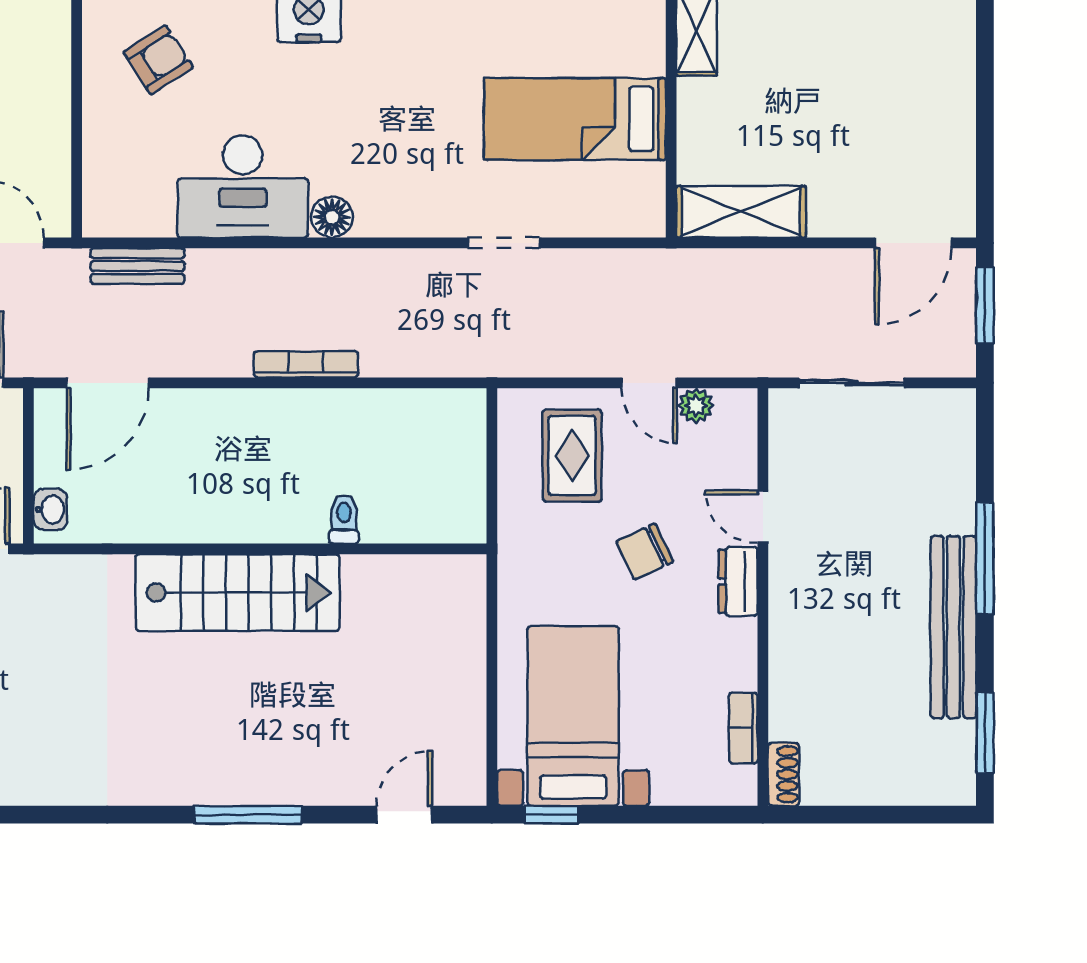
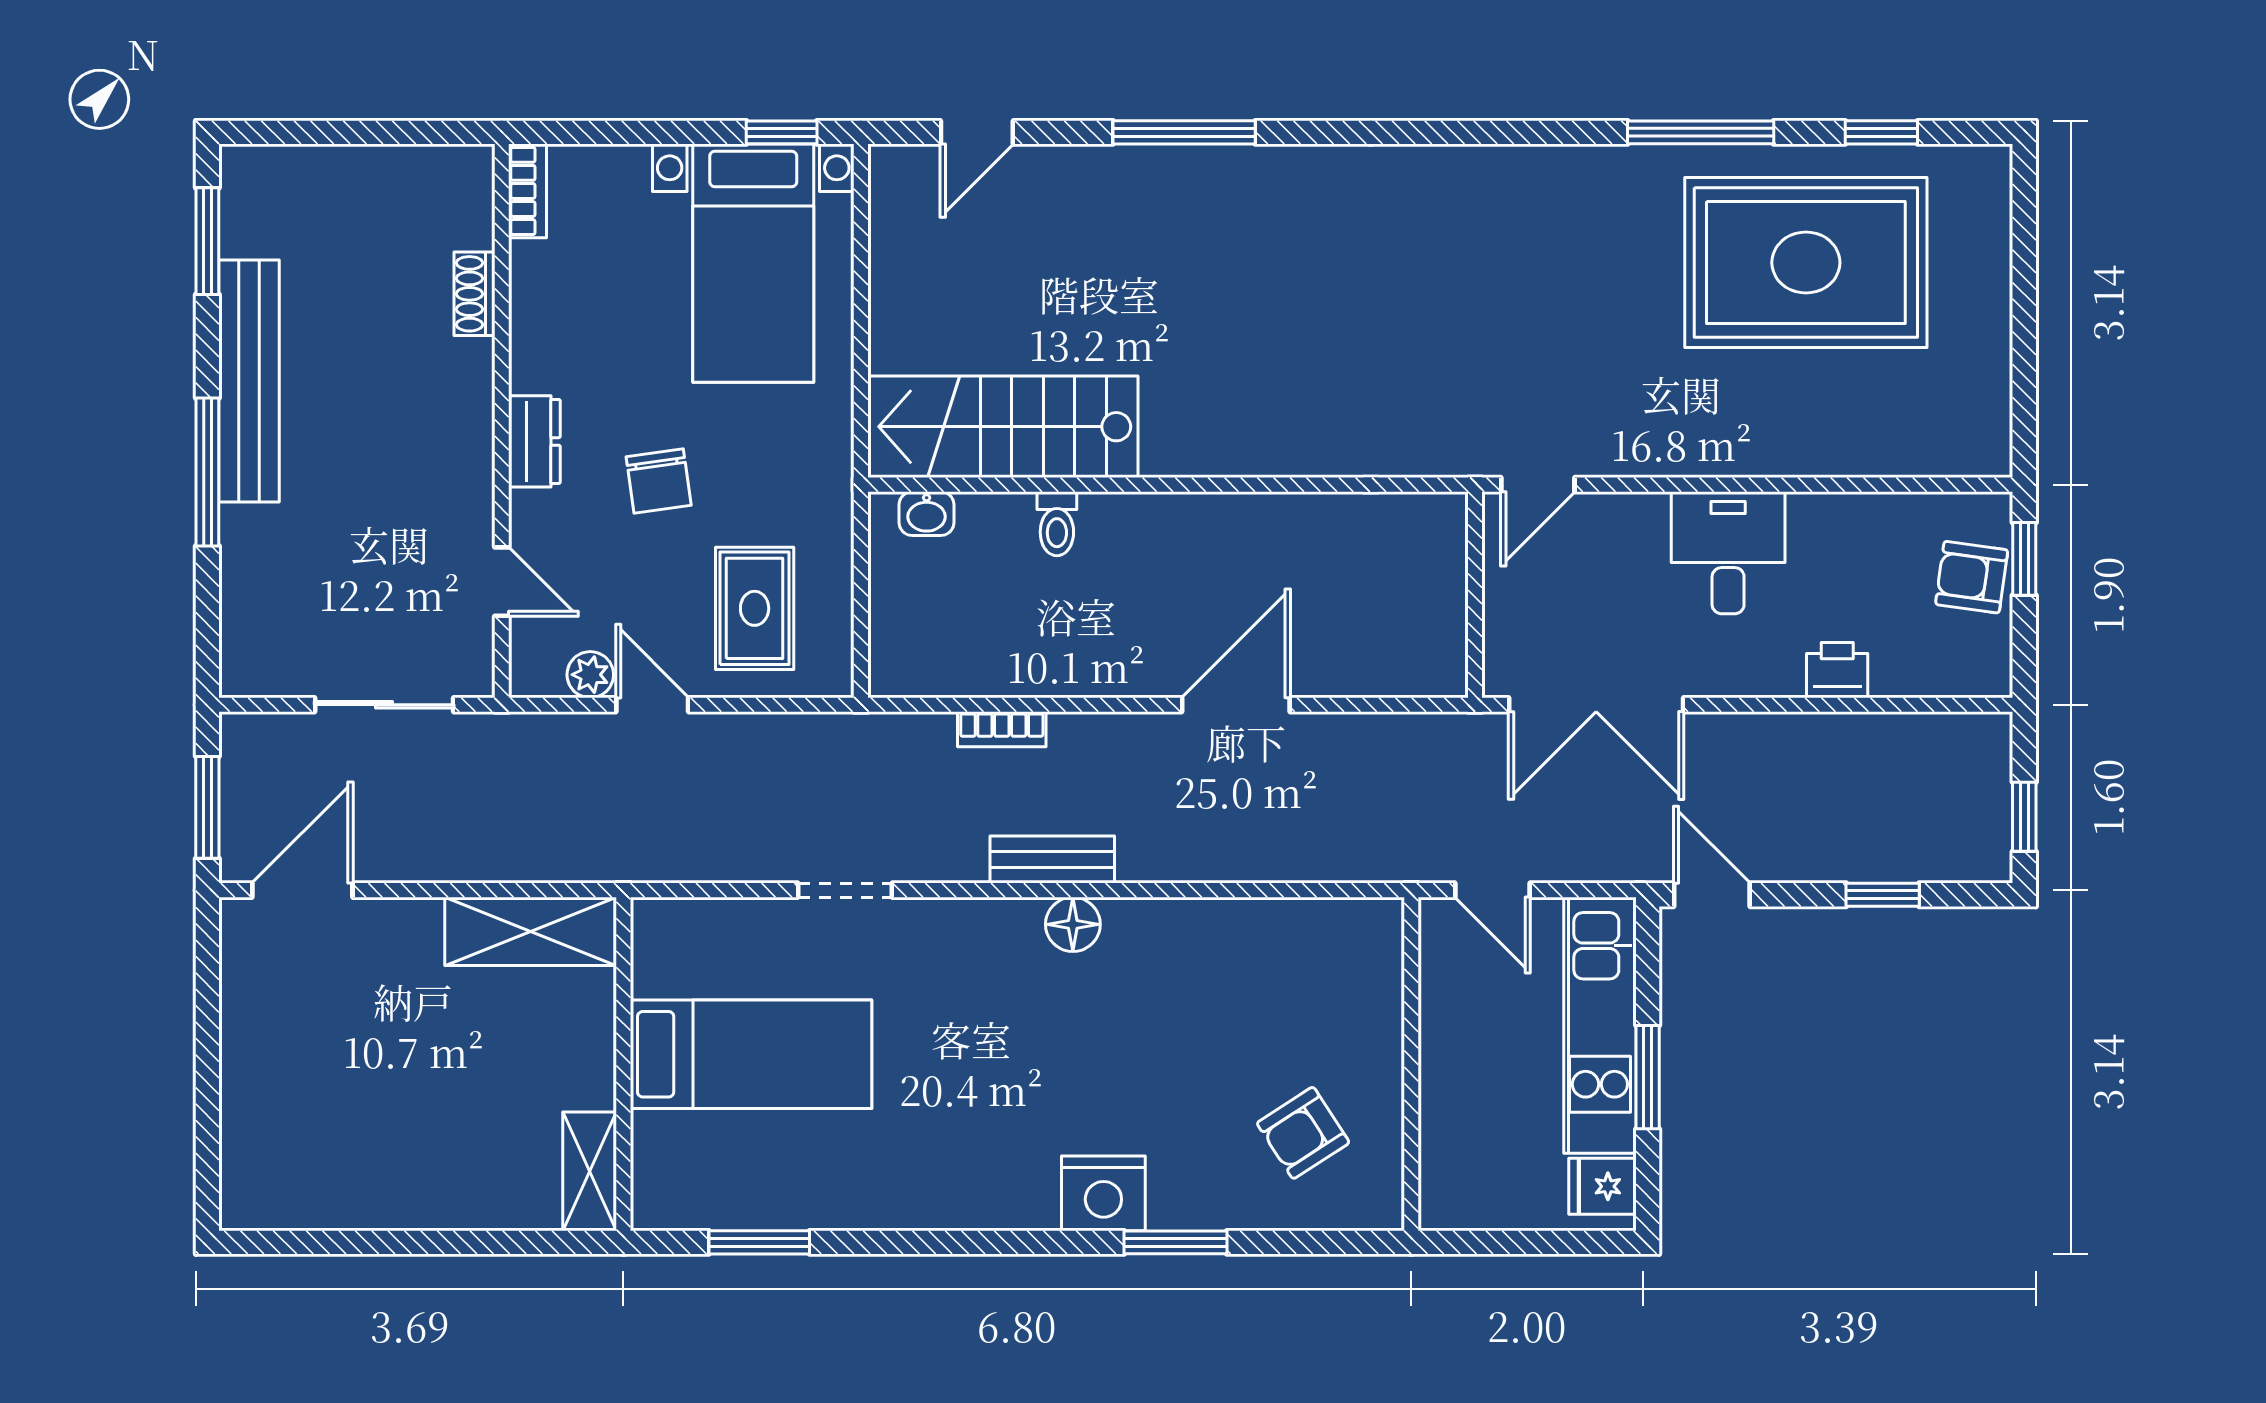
desk: (243, 186) -> (1191, 965), removed
bench: (137, 266) -> (1052, 859), moved
bookcase: (306, 364) -> (1002, 729), moved, width x0.64
door: (108, 383) -> (1236, 705), moved
washbasin: (50, 509) -> (927, 514), moved, turned -90
door: (763, 517) -> (502, 582), moved
chair: (644, 552) -> (659, 481), turned 107
stairs: (238, 593) -> (1003, 427), moved
bookcase: (743, 728) -> (527, 191), moved
shoe rack: (783, 774) -> (474, 294), moved

